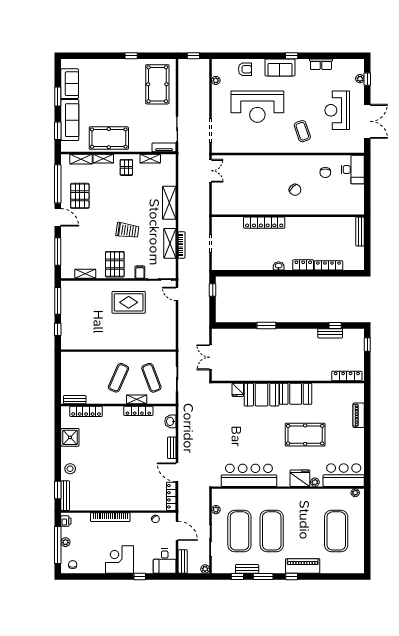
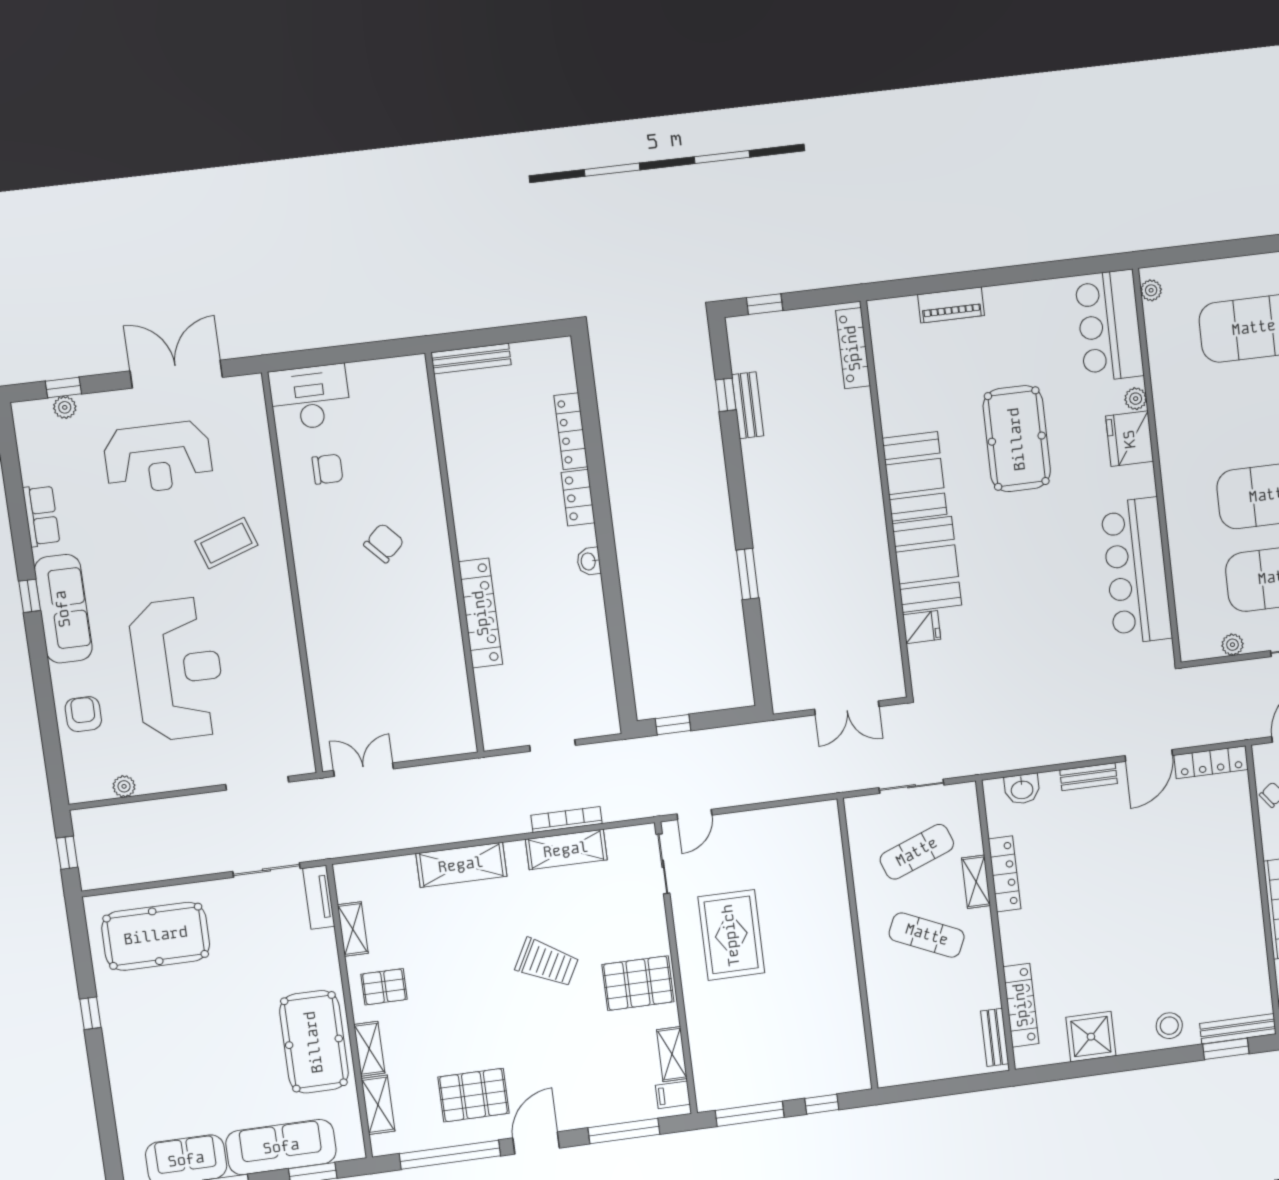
sofa: (280, 67) -> (63, 609), width x1.36
trolley: (127, 230) -> (547, 963), turned 110
filing cabinet: (140, 272) -> (673, 1095), moved

